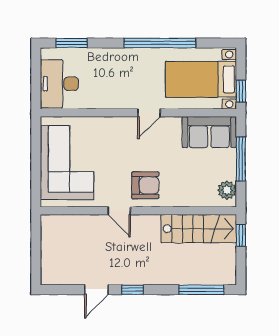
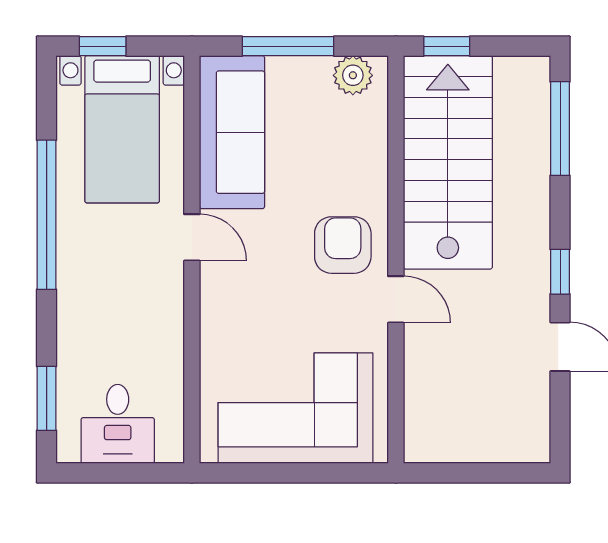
desk: (59, 84) -> (118, 424), width x0.73
window: (241, 91) -> (103, 46), moved
sofa: (209, 132) -> (232, 132), width x1.36
door: (119, 211) -> (396, 299), hinge flipped
stairs: (199, 229) -> (448, 162), width x1.36, depth x1.51

